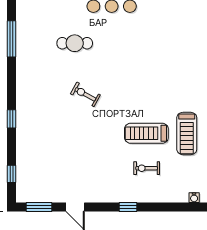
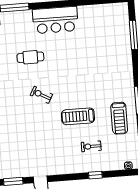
treadmill: (146, 133) -> (78, 116), moved
window: (128, 207) -> (95, 175), moved

